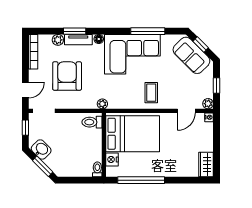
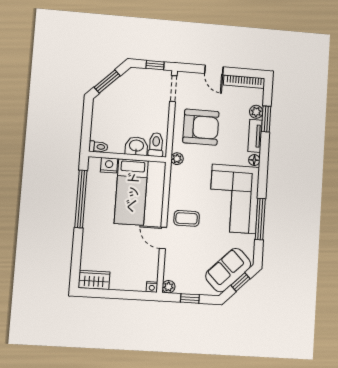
window: (75, 31) -> (266, 119), moved
armchair: (67, 76) -> (201, 127), moved
door: (25, 90) -> (214, 70), moved
door: (186, 111) -> (163, 238), moved
bed: (133, 134) -> (131, 192), width x0.67
washbasin: (41, 150) -> (136, 146), moved, turned -135

